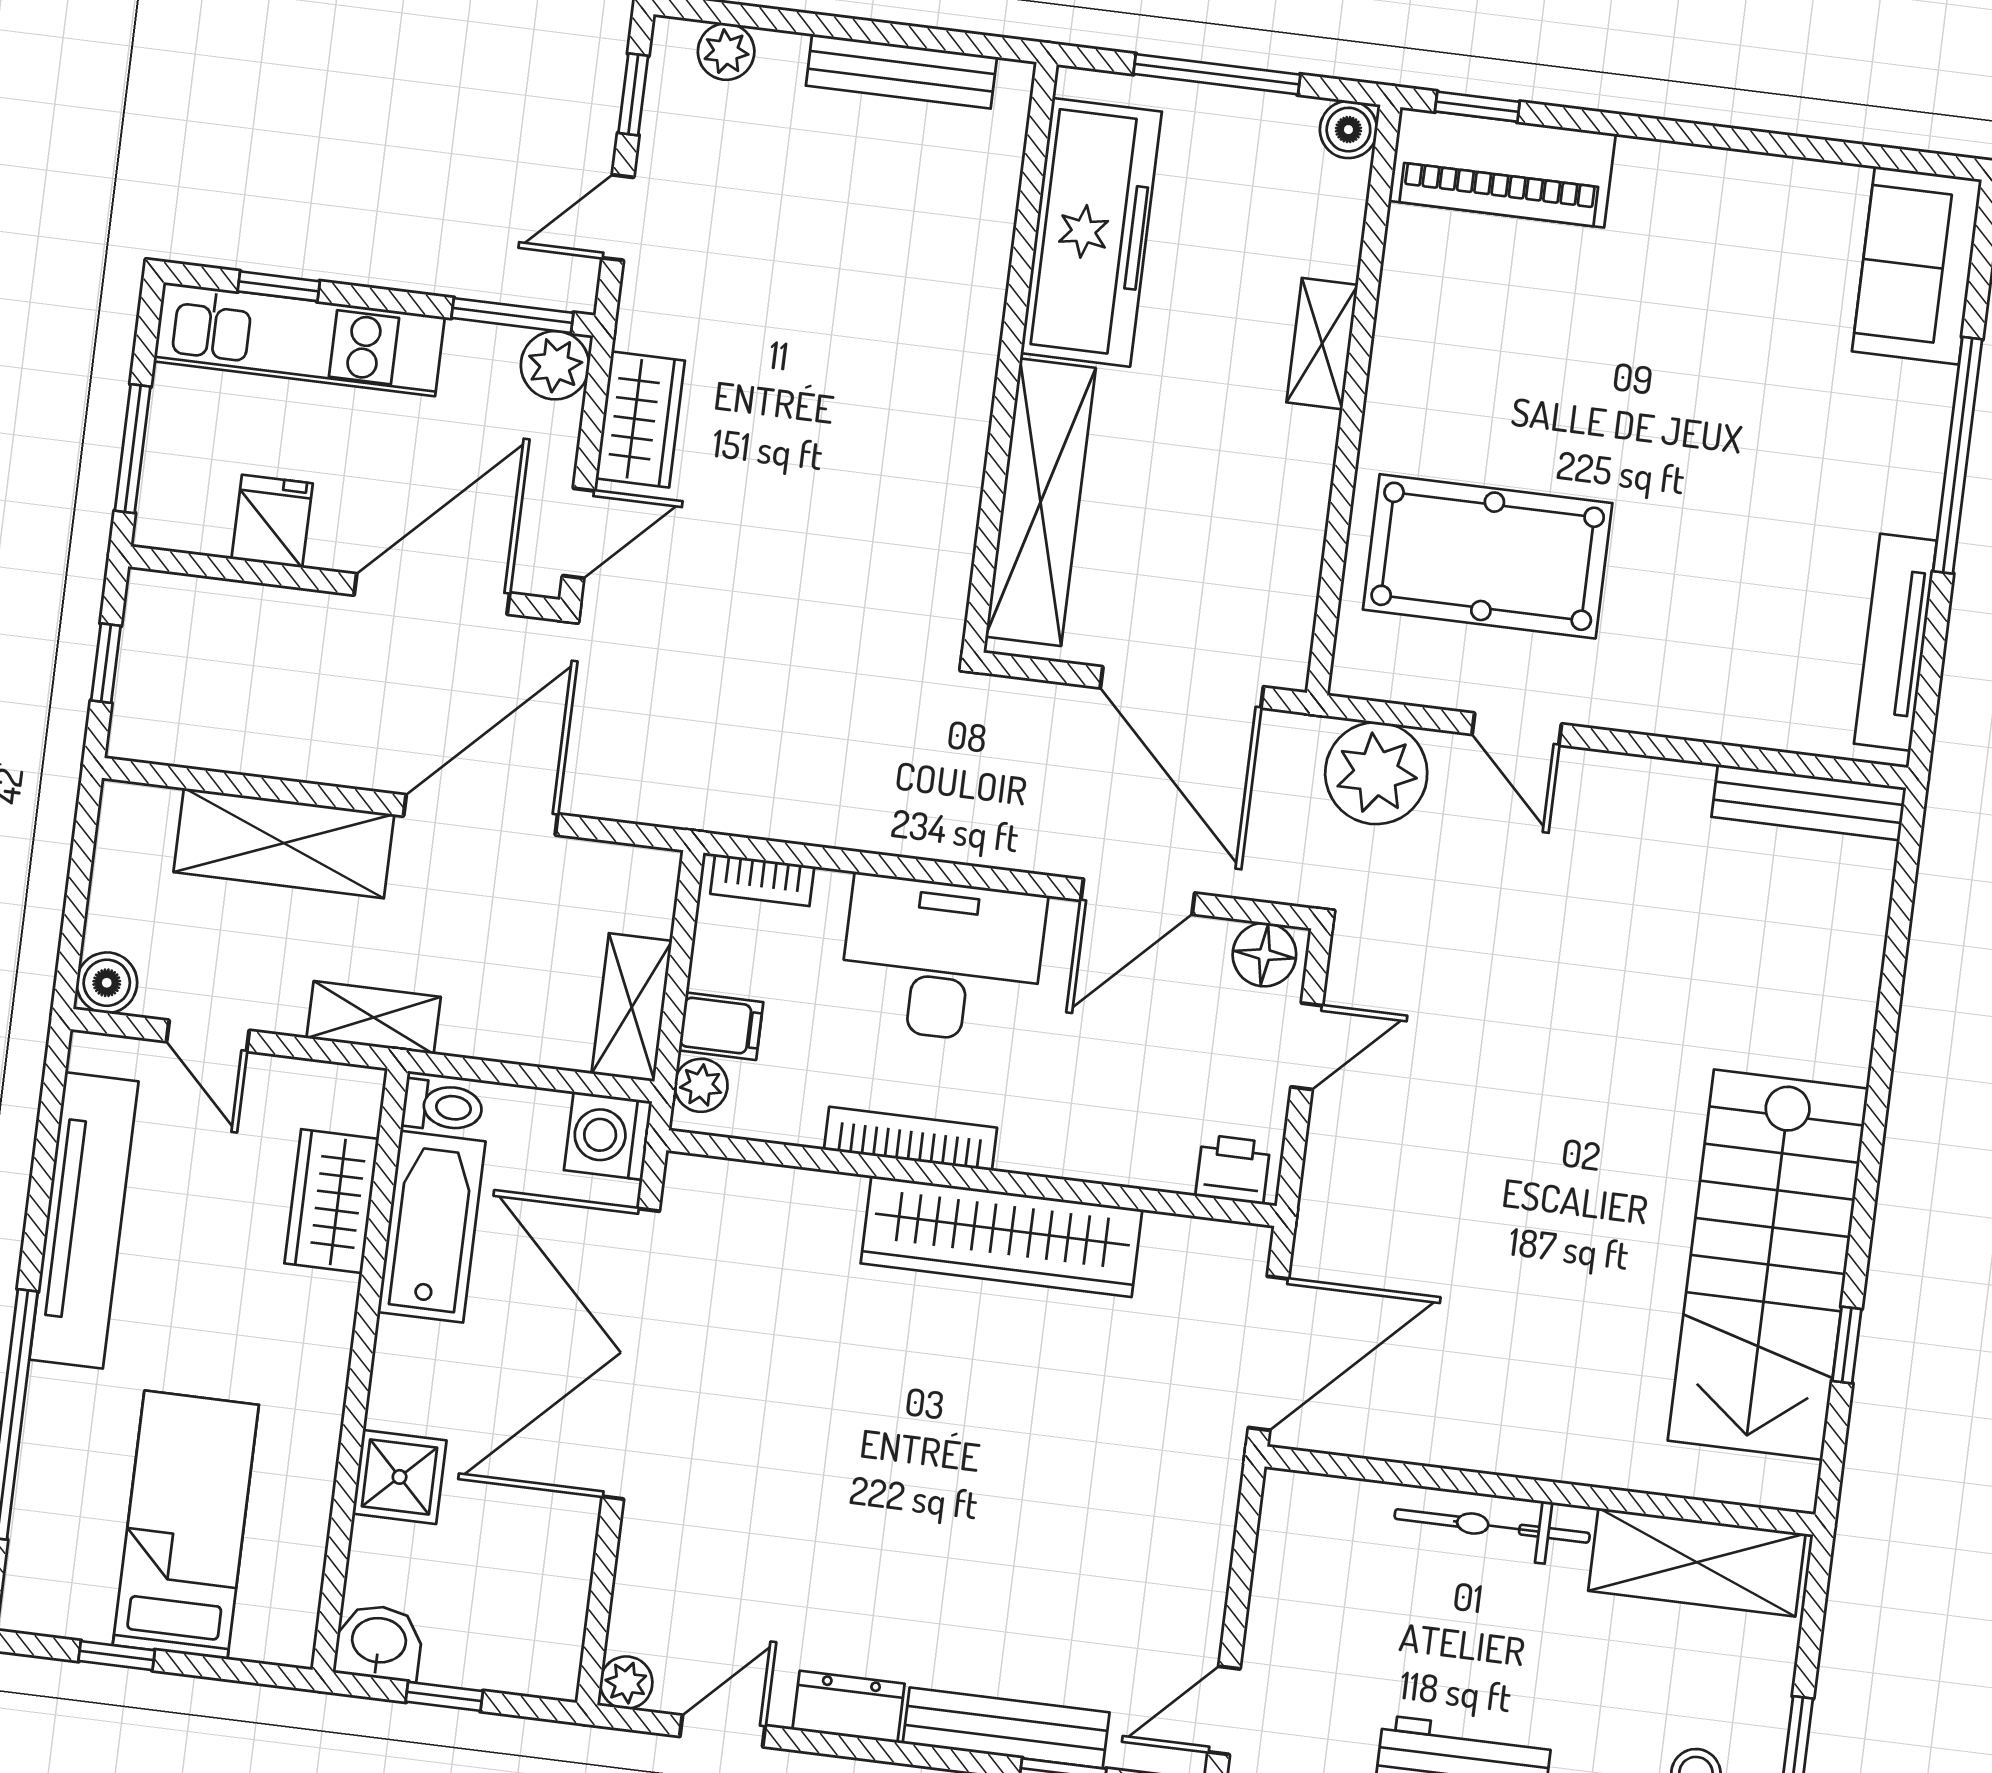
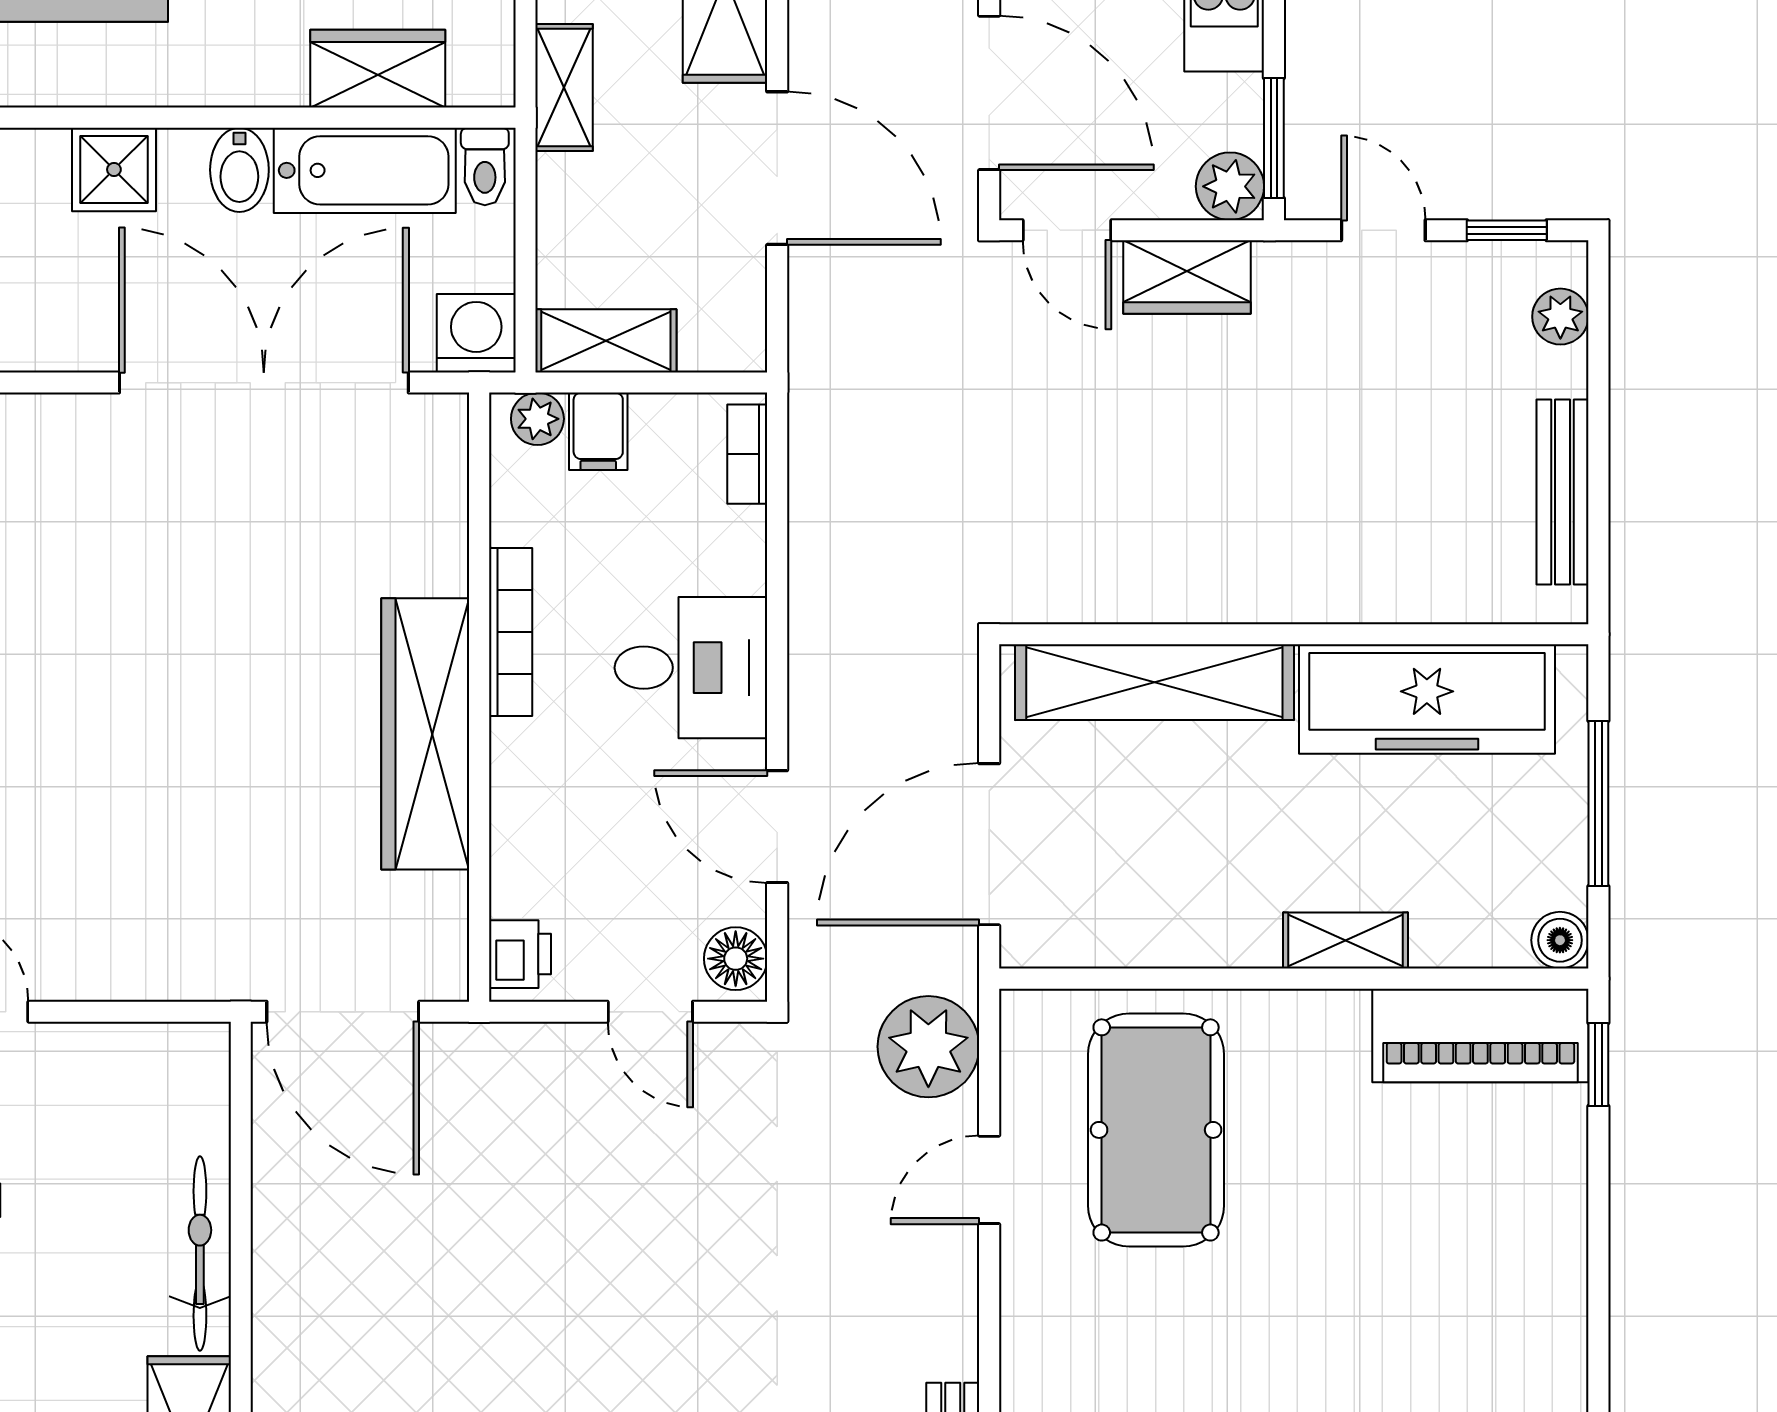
piano: (1502, 167) -> (1480, 1035), moved, turned -90
desk: (942, 960) -> (691, 668), width x0.73
bidet: (415, 1352) -> (239, 170), added

